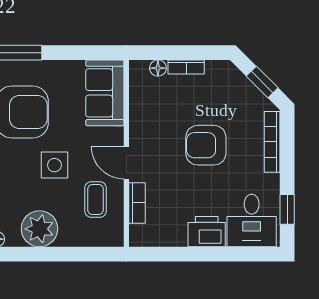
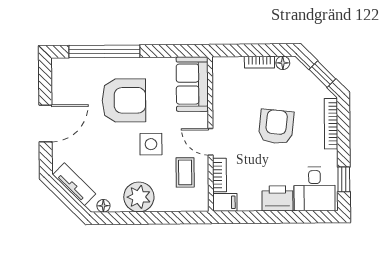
floor lamp: (158, 68) -> (283, 63), moved
armchair: (206, 145) -> (276, 127), turned 96
filing cabinet: (143, 236) -> (225, 202), added

